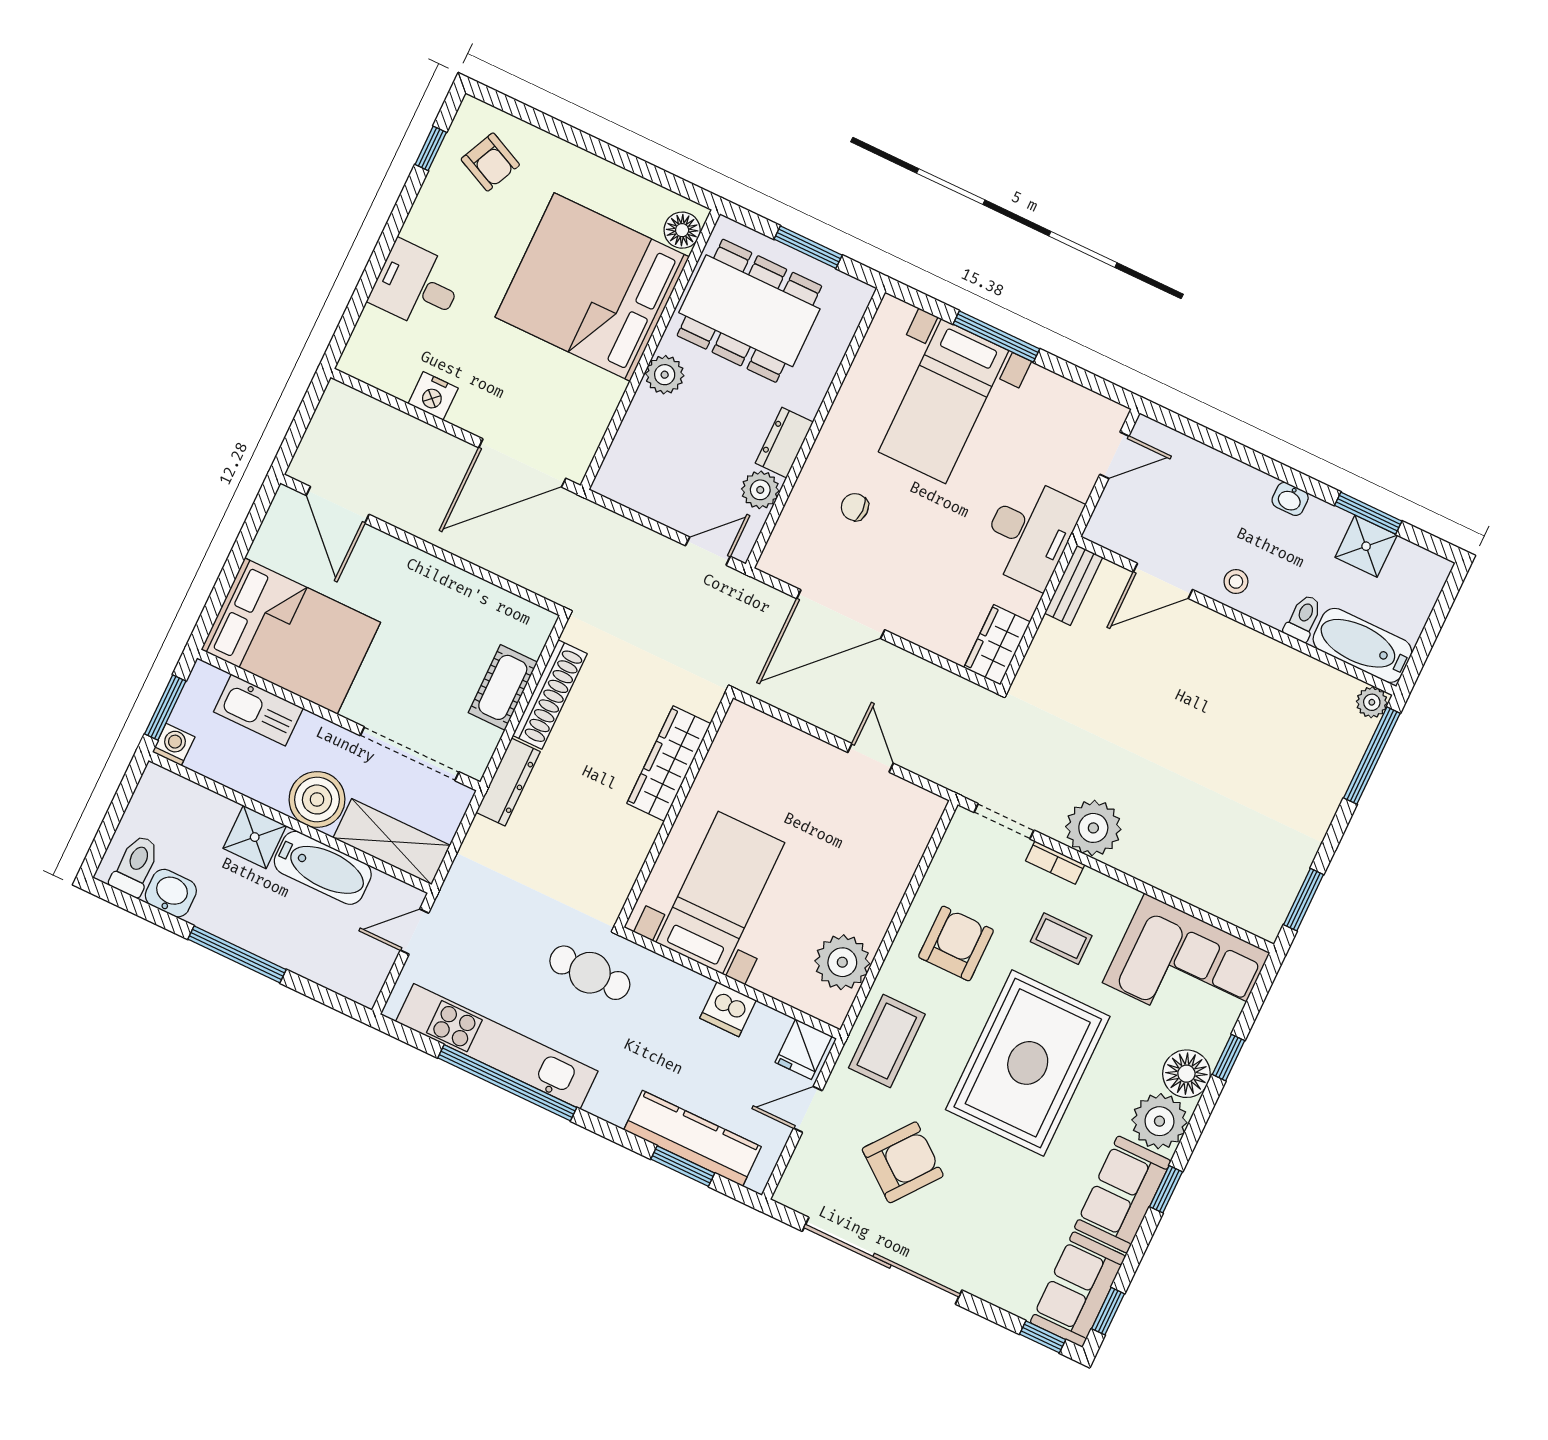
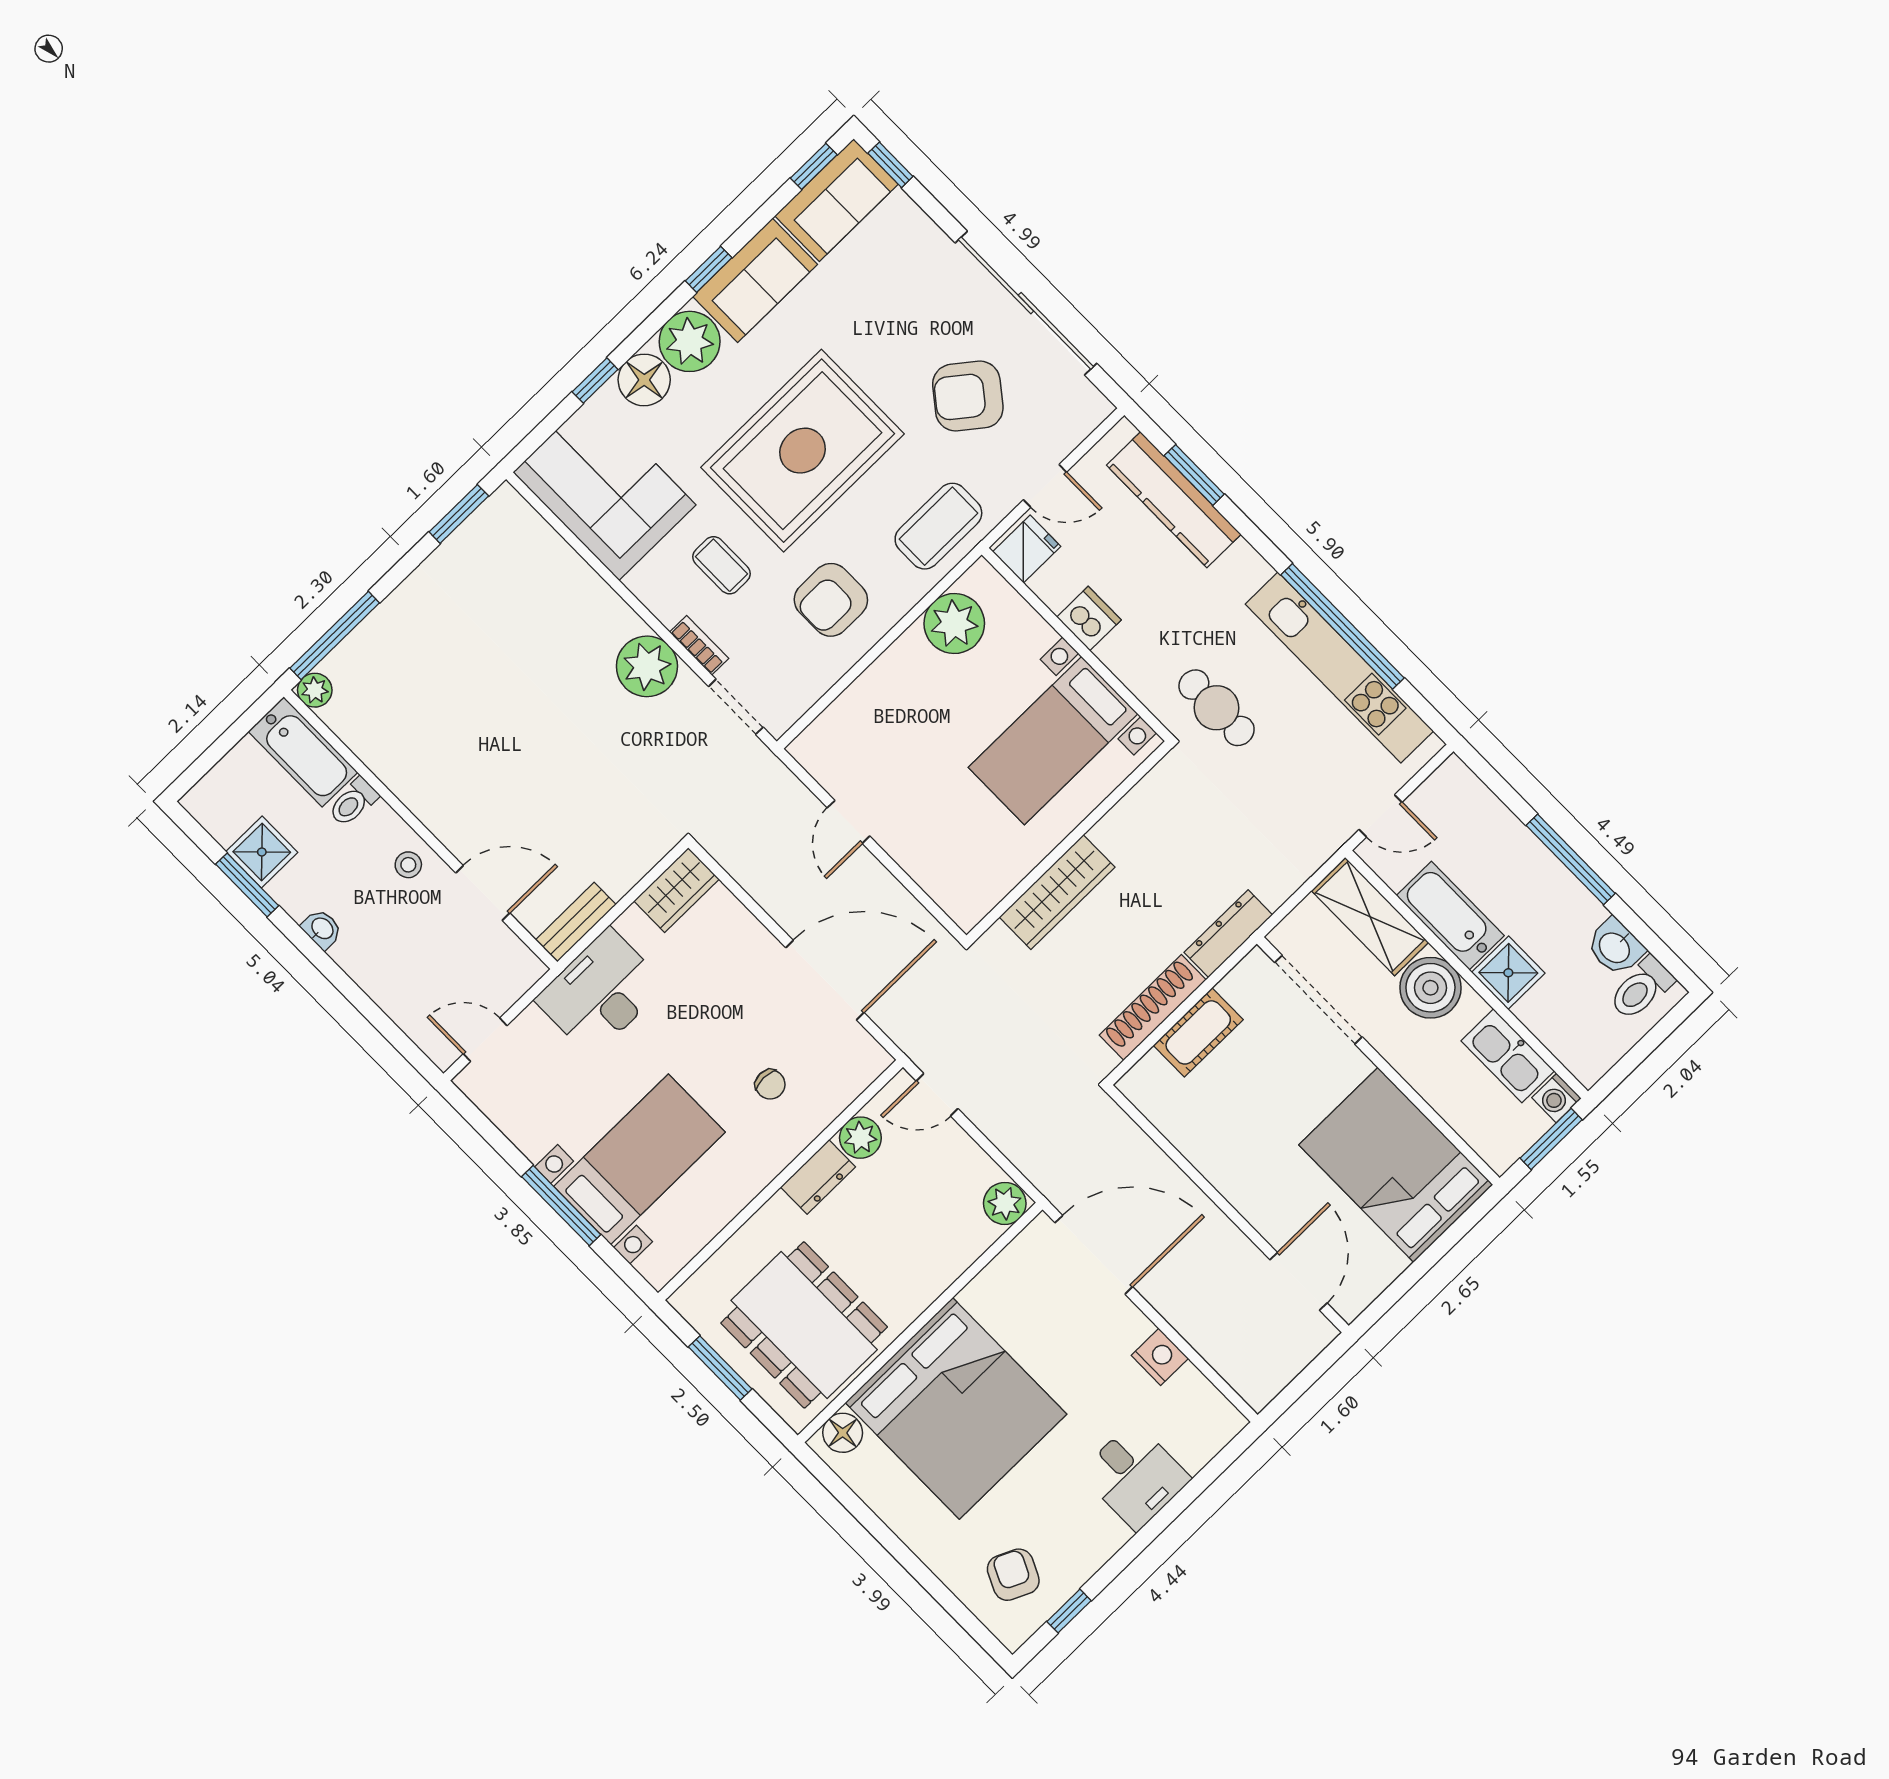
plant: (665, 375) -> (1005, 1203), moved
kitchen sink: (258, 710) -> (1508, 1056), moved, turned 180

